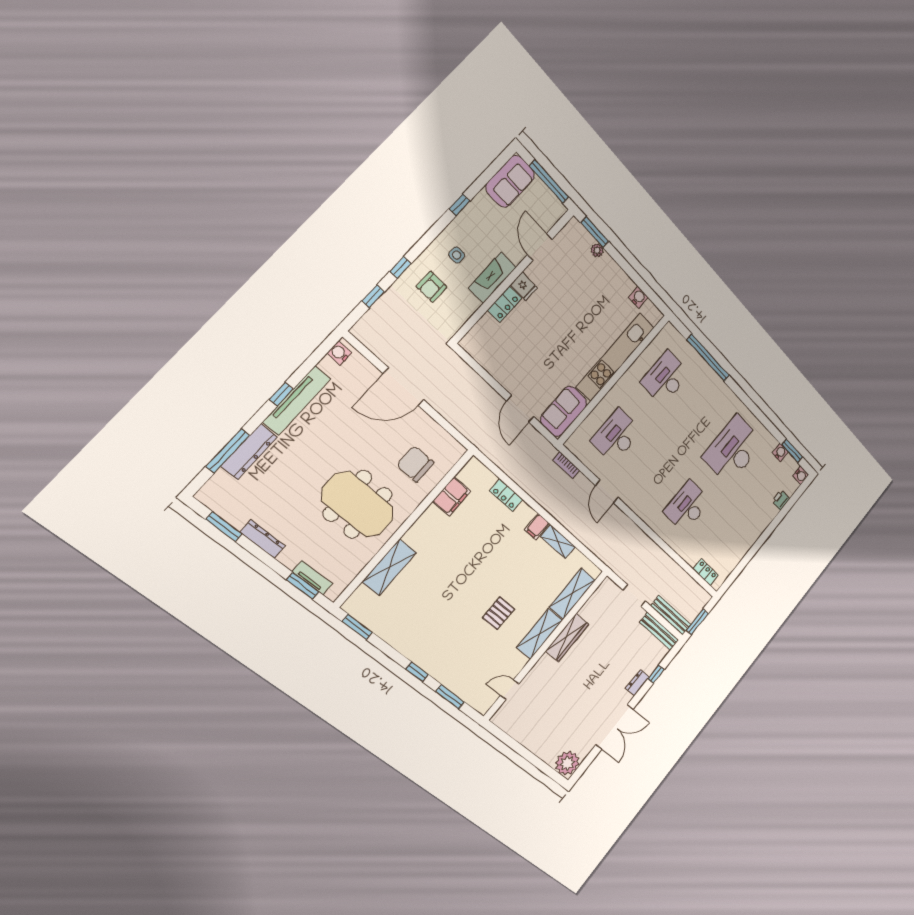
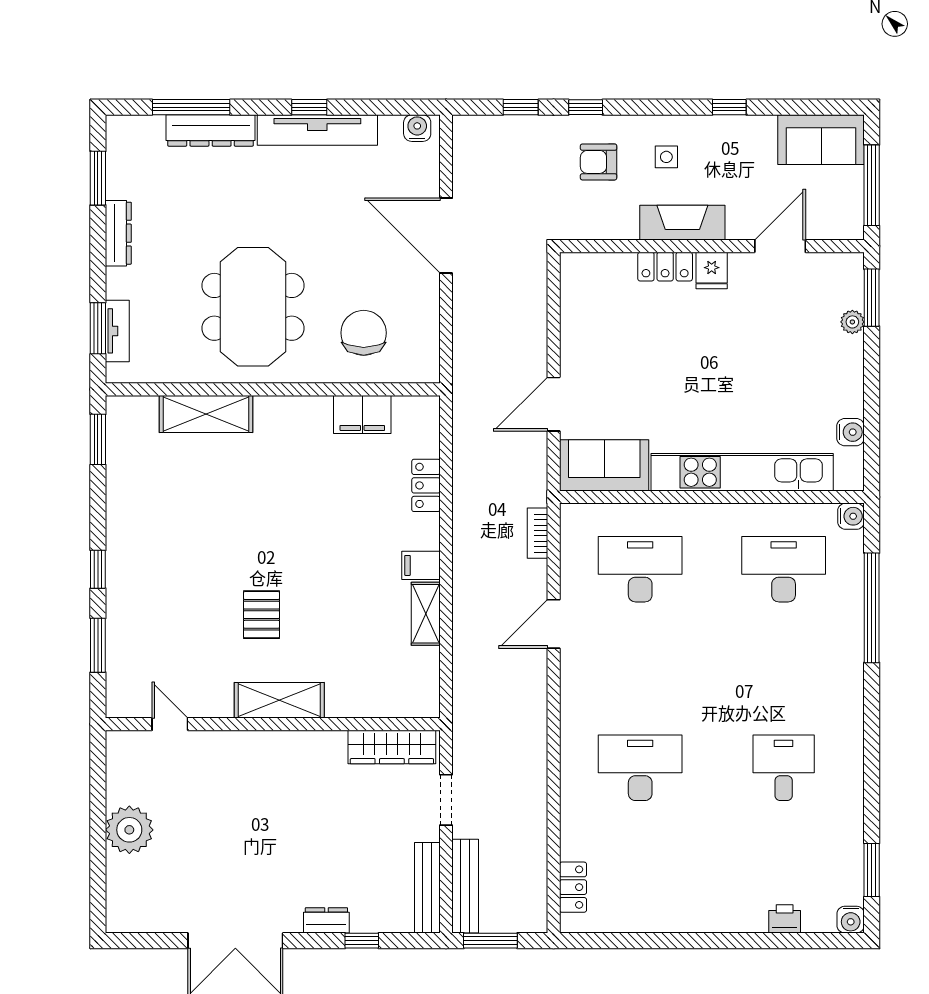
desk: (733, 450) -> (784, 768), width x0.53, depth x0.77
water cooler: (780, 453) -> (851, 516), moved
shelving: (572, 594) -> (373, 700), removed
pallet: (499, 613) -> (261, 615), turned 90
wardrobe: (567, 638) -> (392, 747), moved
plant: (567, 763) -> (129, 830), moved

